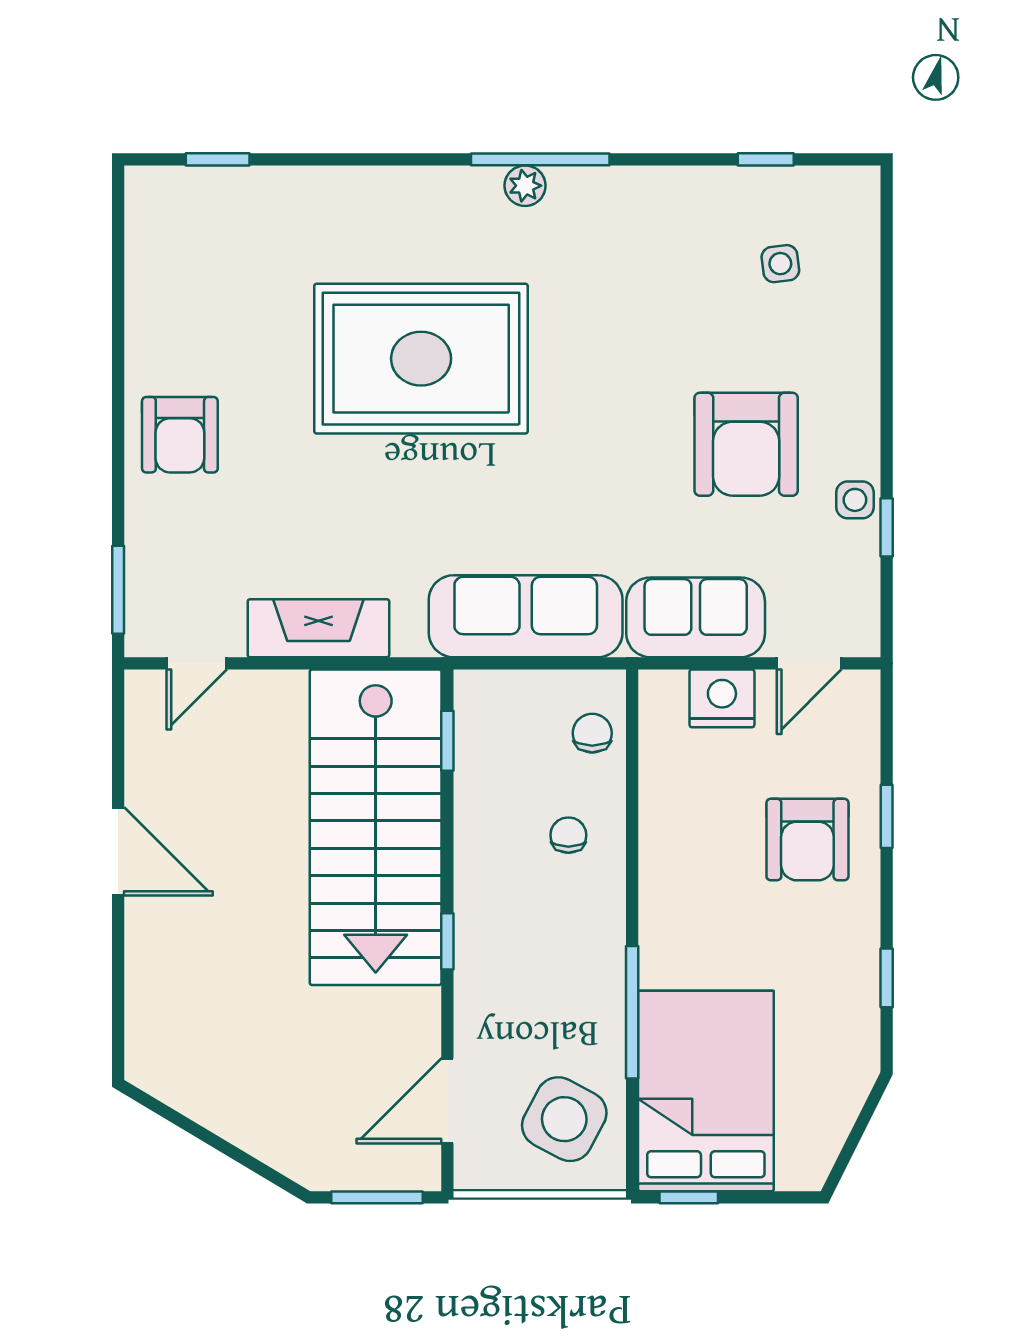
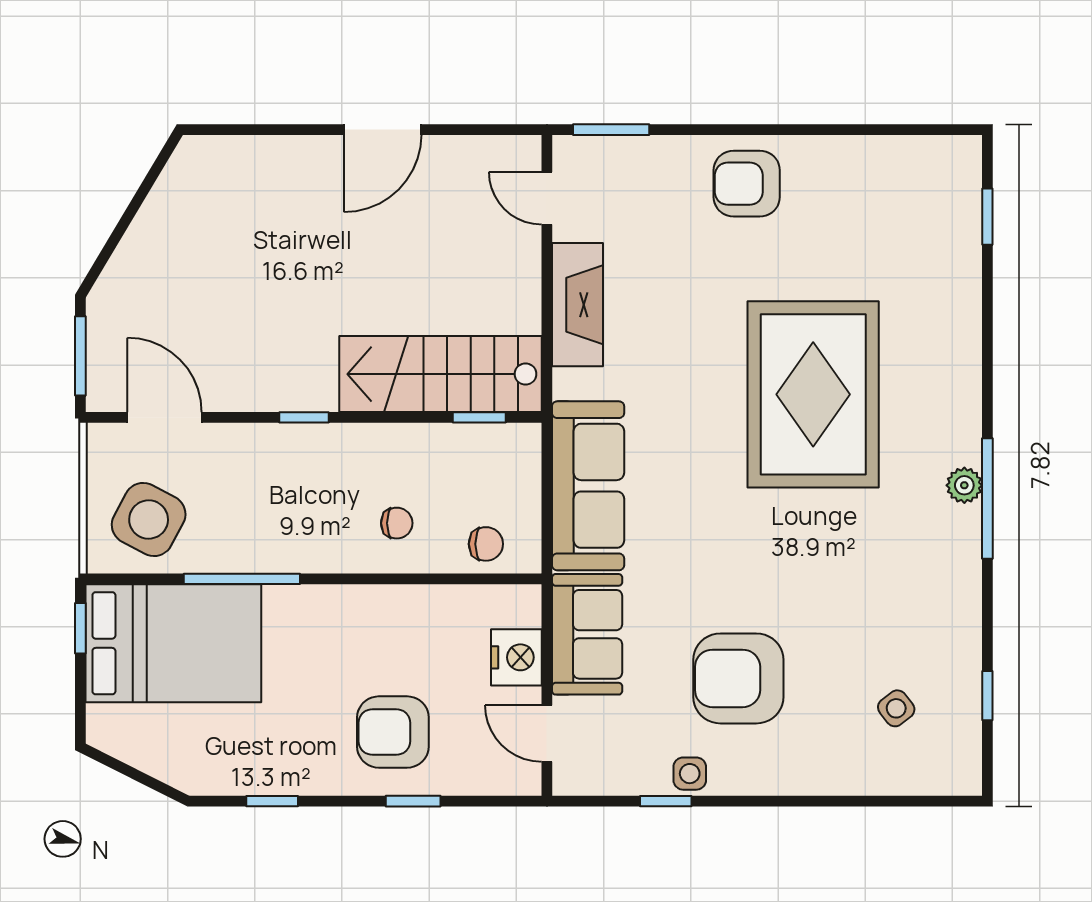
side table: (780, 264) -> (896, 708), turned -31
stairs: (376, 827) -> (440, 374), width x0.73, depth x0.66

